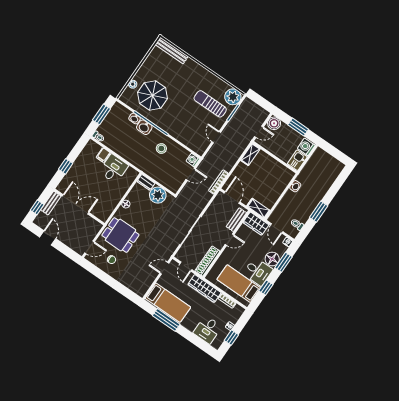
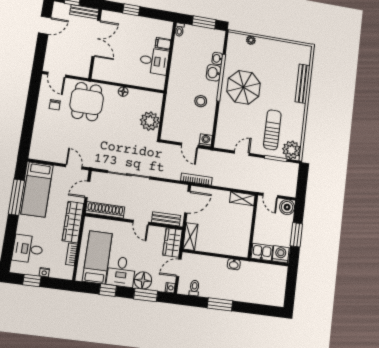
bench: (172, 50) -> (303, 84), moved
parasol: (153, 96) -> (244, 87), moved
dresser: (146, 182) -> (157, 102), removed

